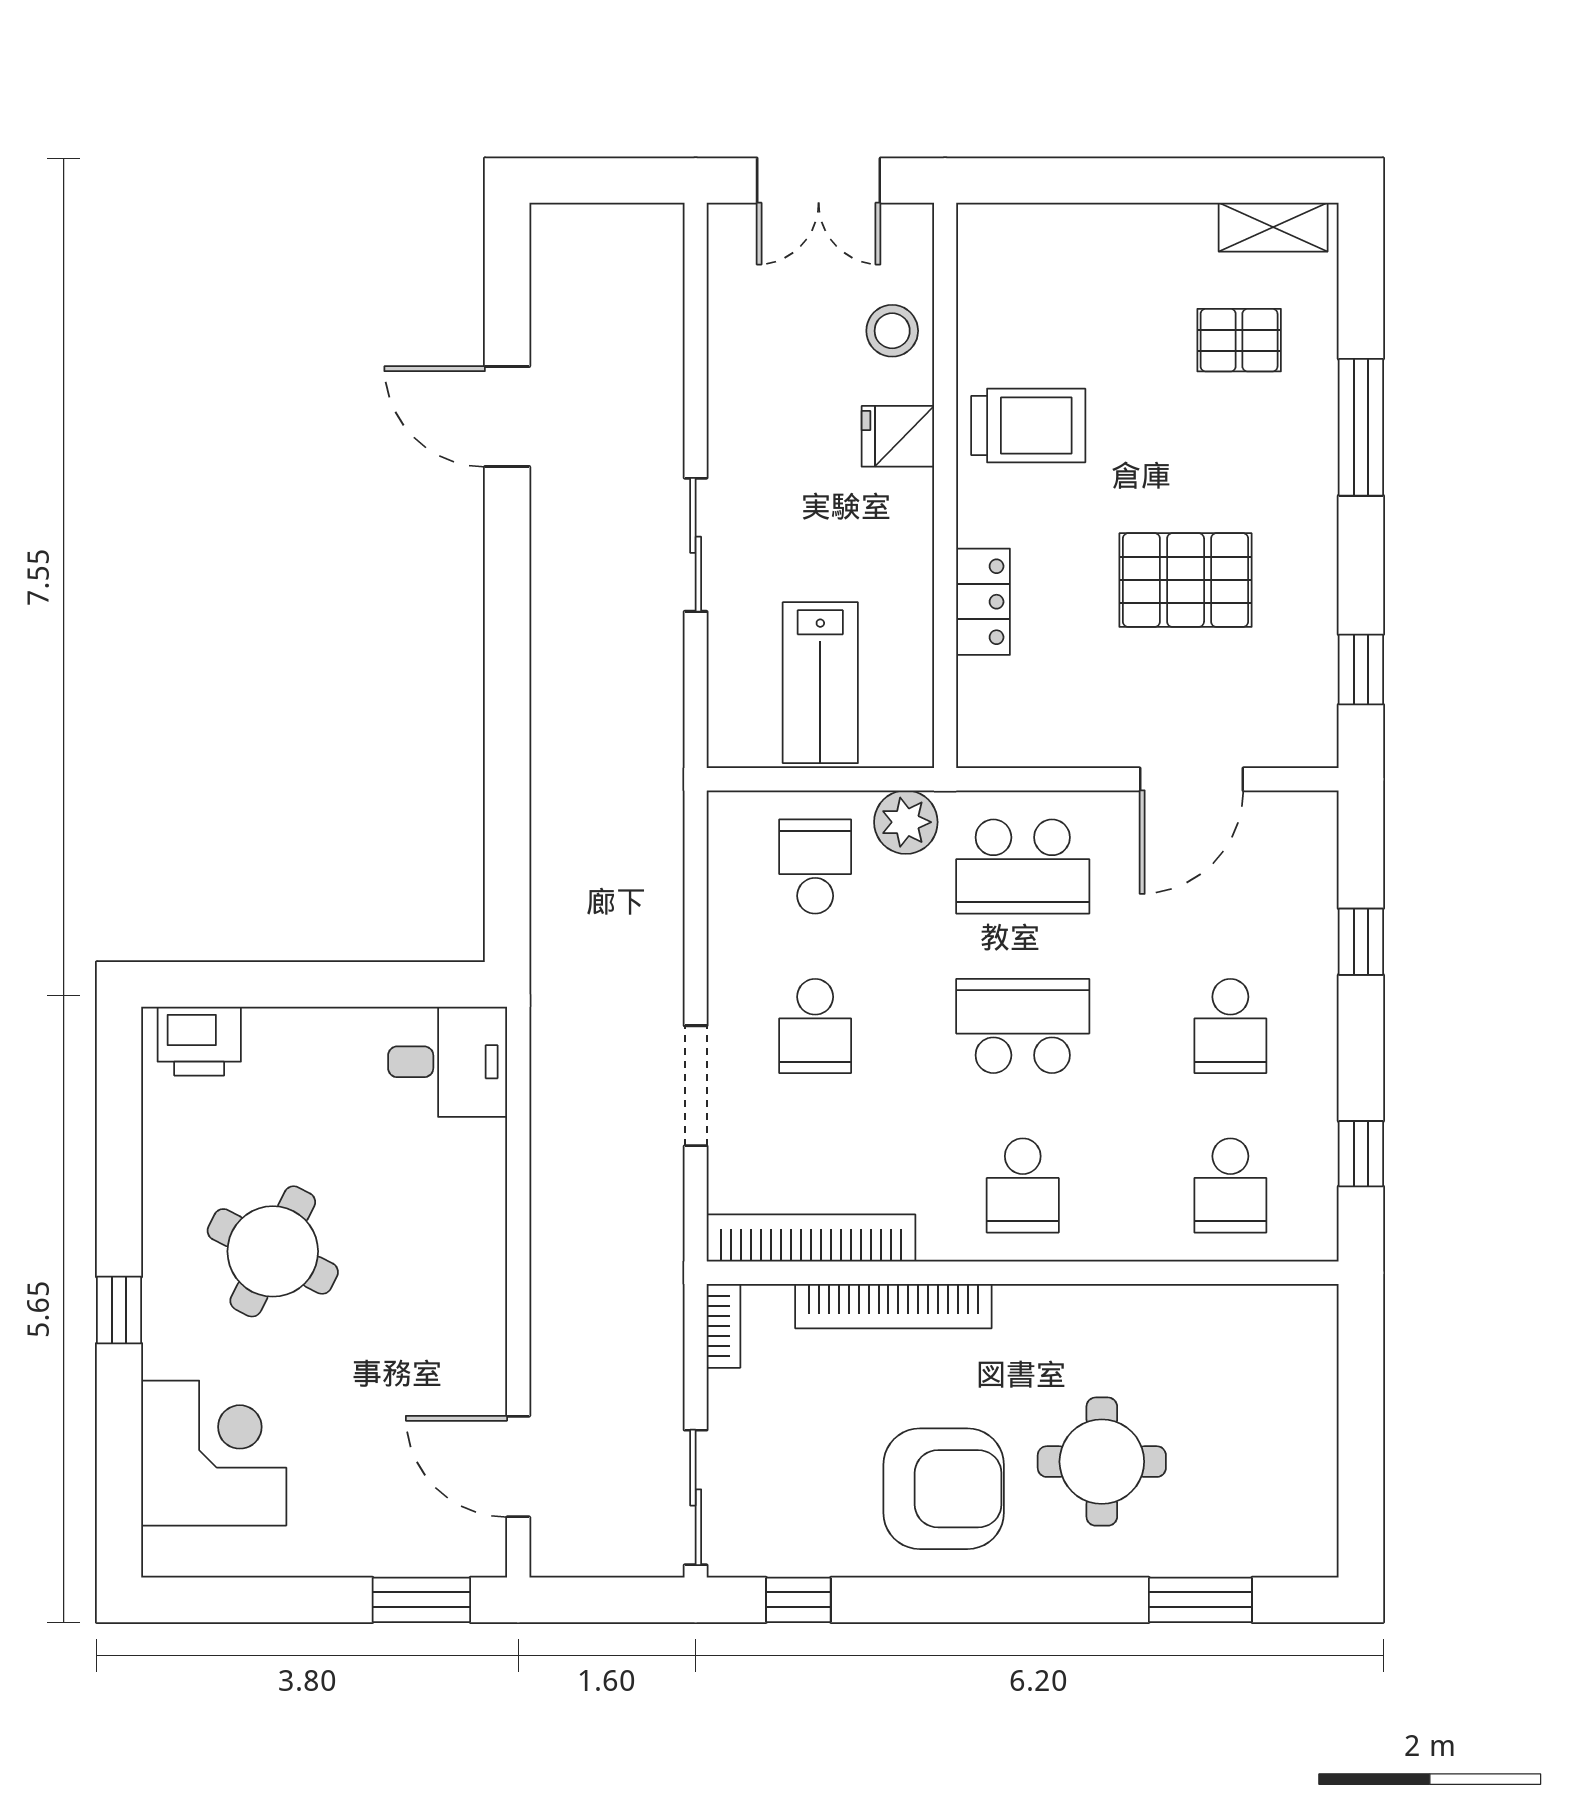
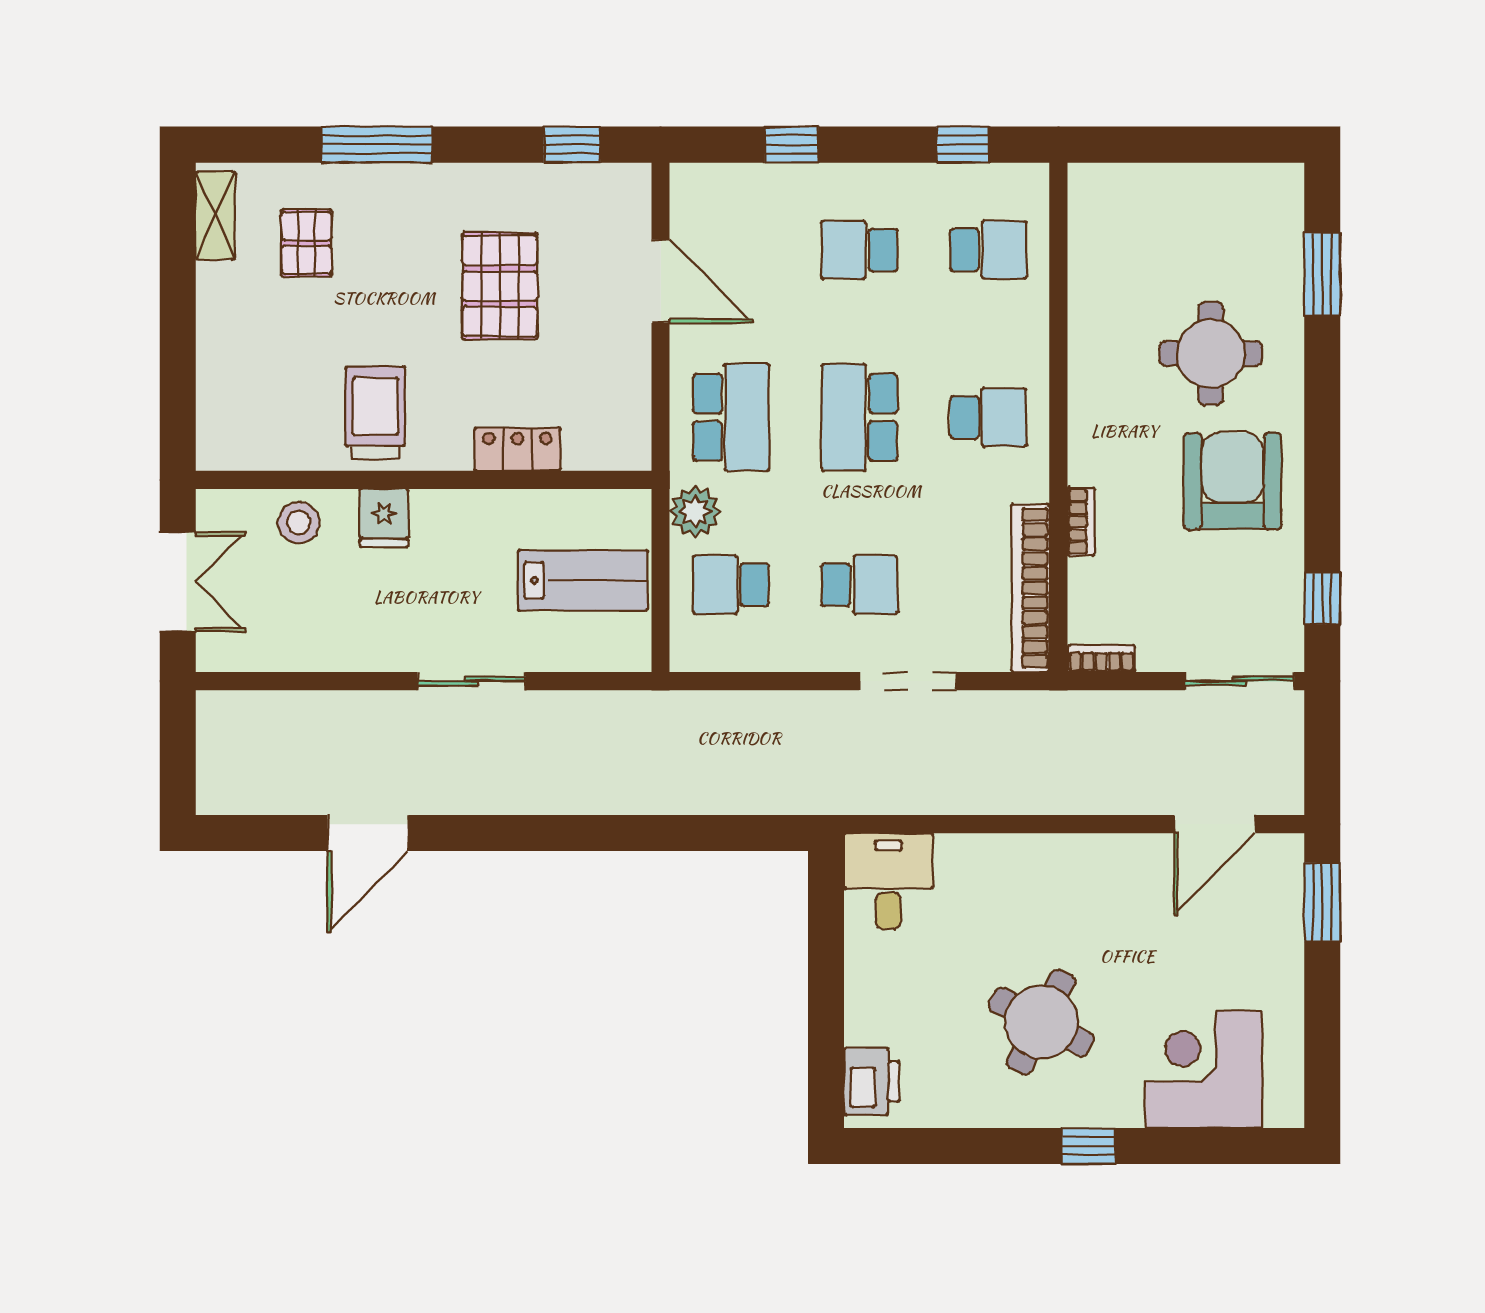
school desk: (1230, 1026) -> (859, 250), turned 180
bookcase: (893, 1306) -> (1081, 522), width x0.43, depth x0.76

